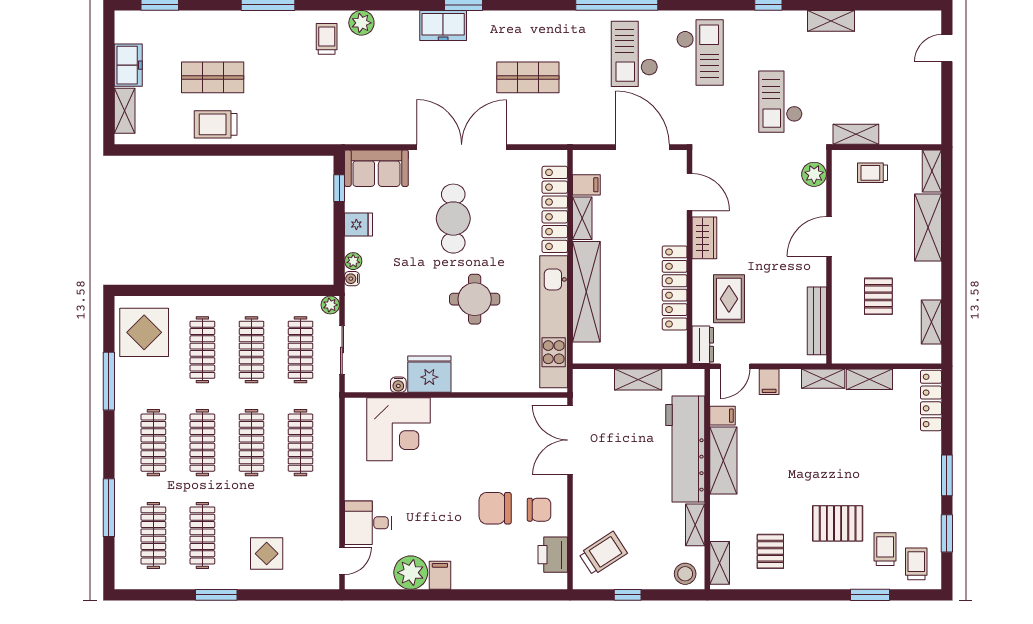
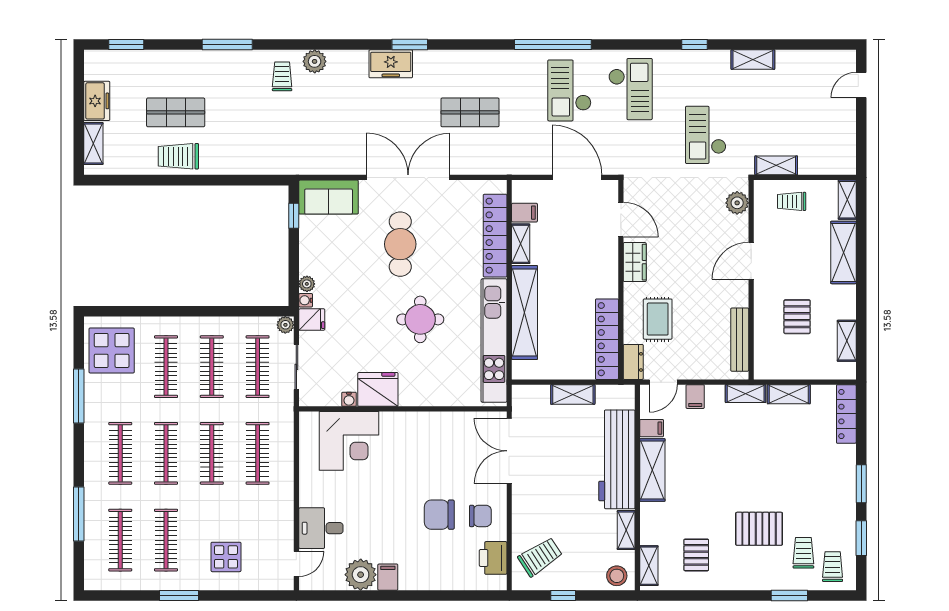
fridge: (359, 224) -> (312, 320), moved
locker: (675, 288) -> (607, 339), moved

